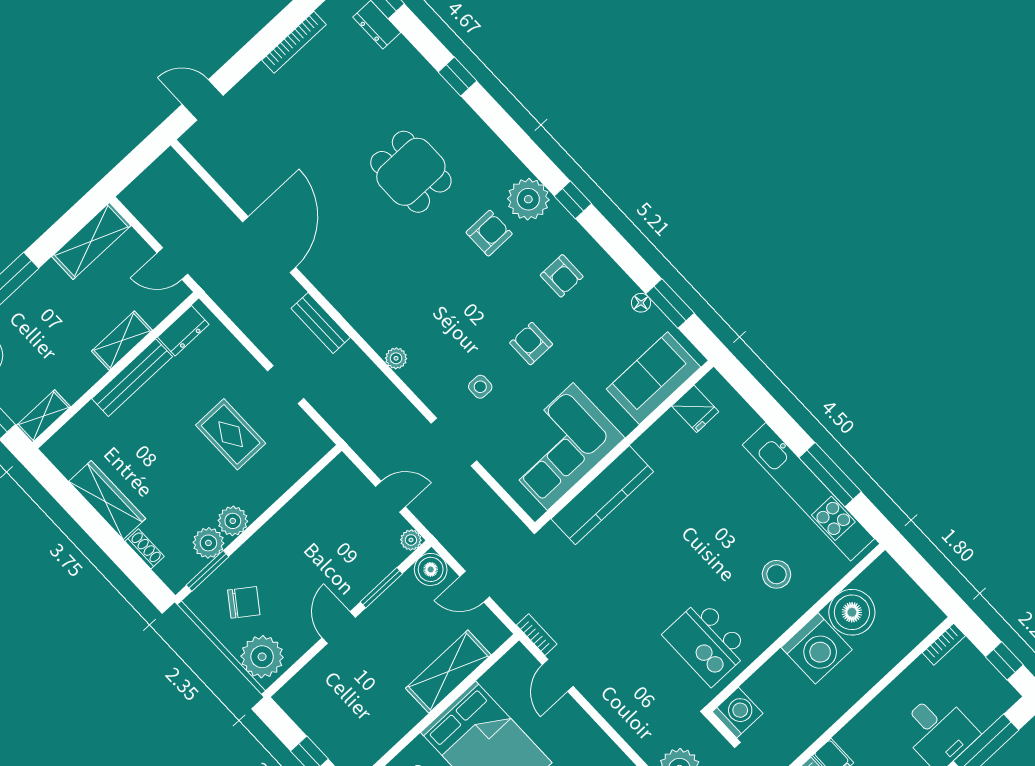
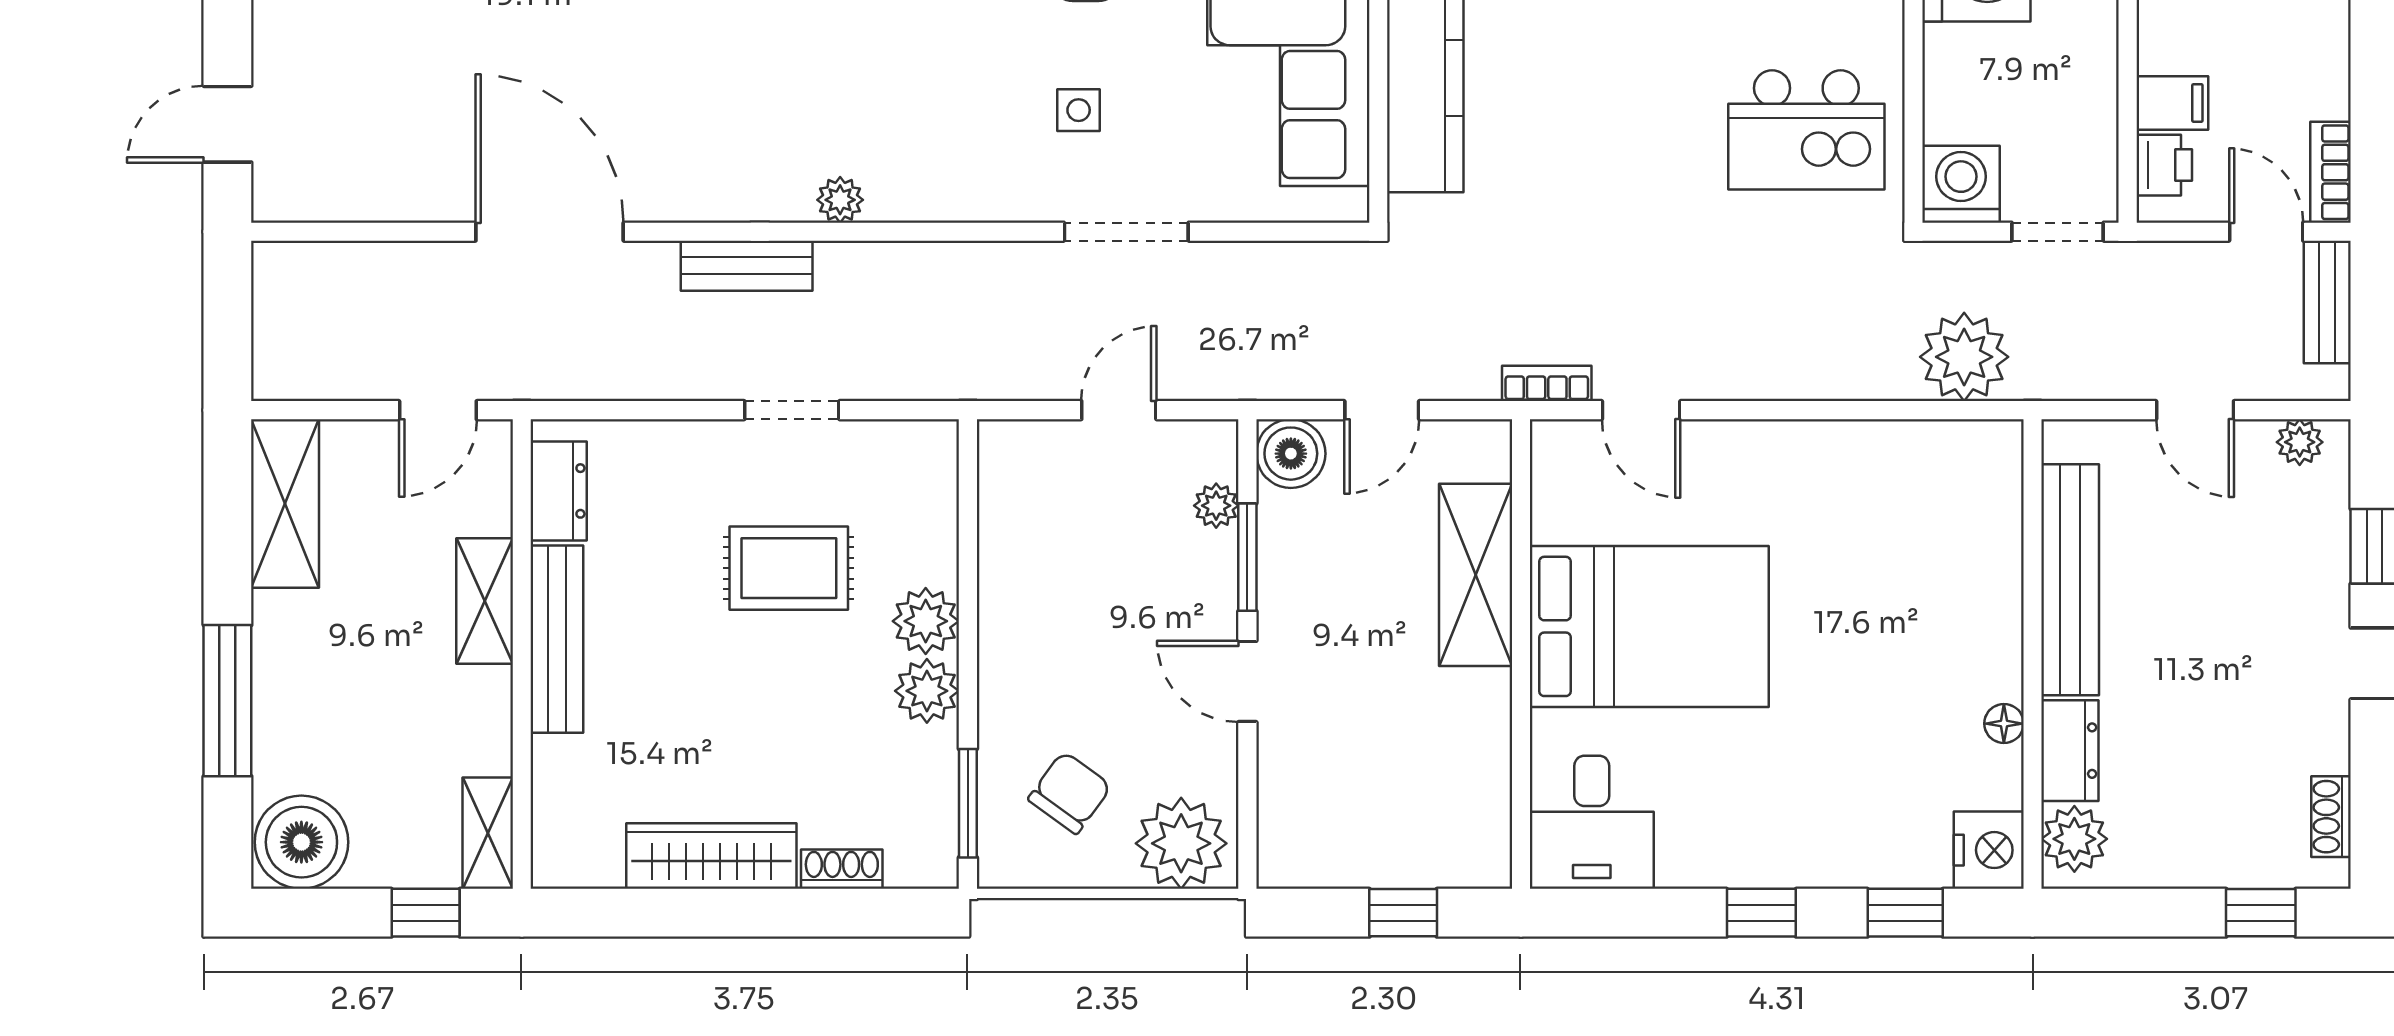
plant: (396, 358) -> (840, 200), moved
plant: (411, 540) -> (1216, 506), moved
plant: (208, 543) -> (926, 621), moved

